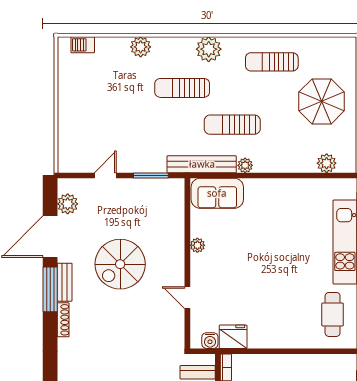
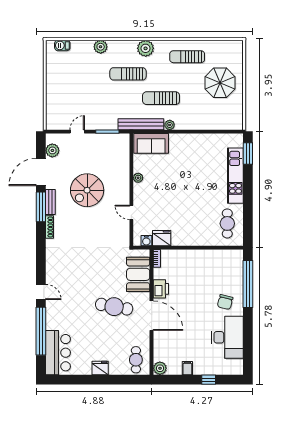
plant: (327, 163) -> (223, 124), removed

